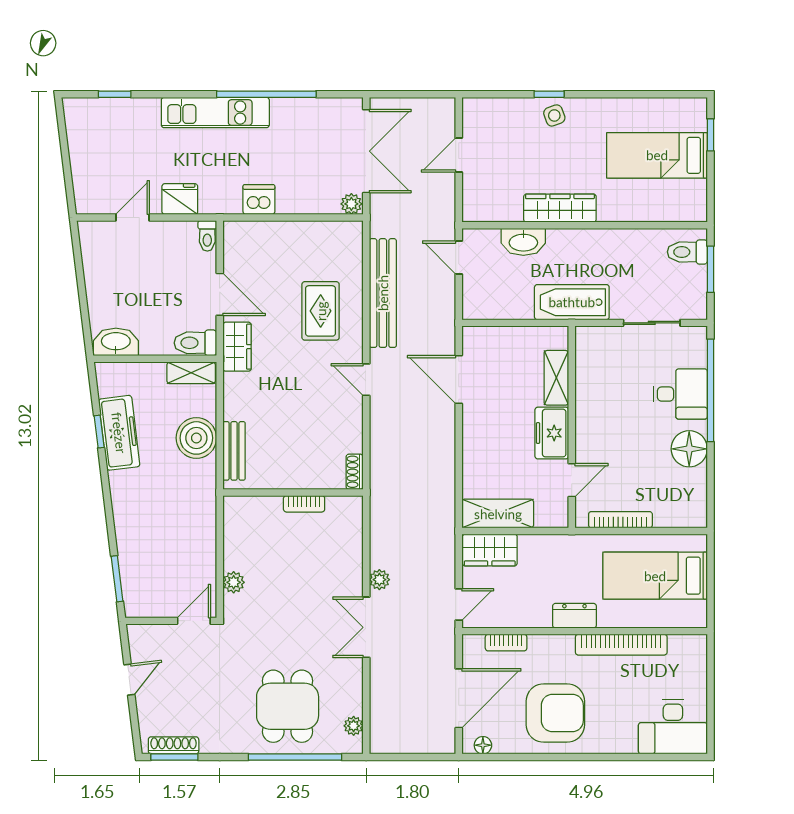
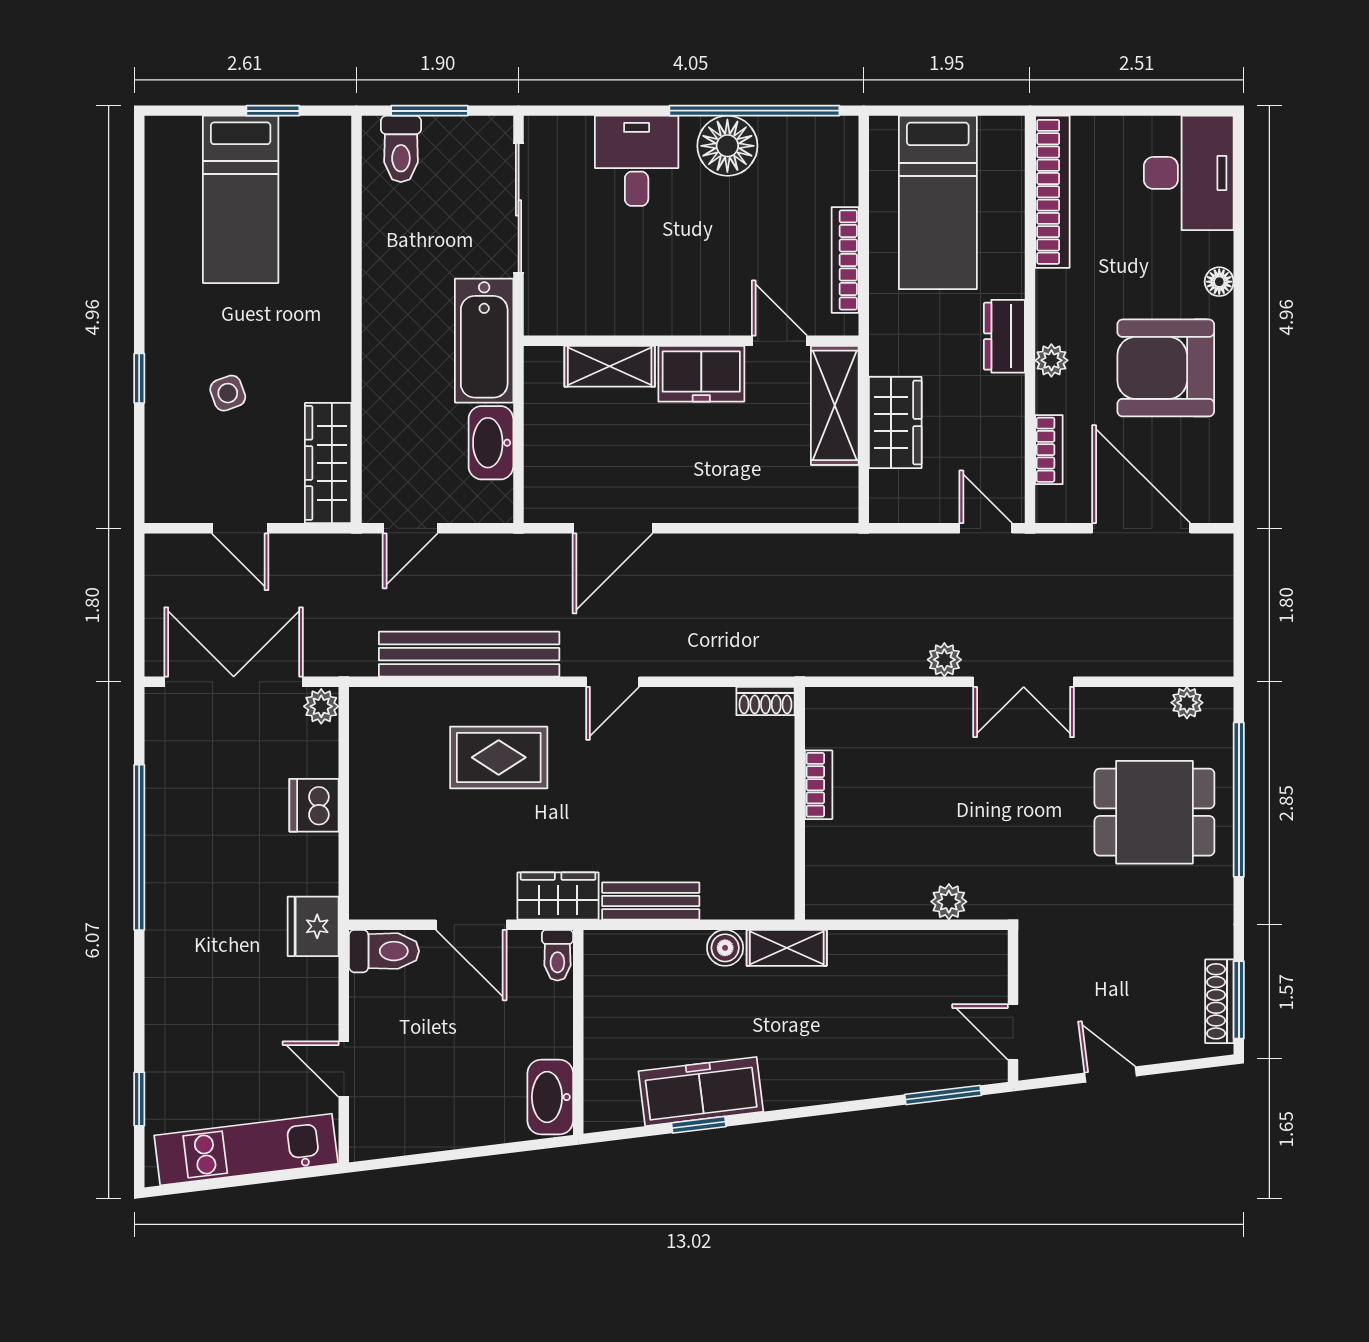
kitchen unit: (215, 113) -> (246, 1150), moved, turned -97
side table: (554, 115) -> (228, 393), moved
window: (710, 135) -> (273, 111), moved
fridge: (180, 199) -> (313, 926), moved
dishwasher: (259, 200) -> (314, 805), moved
wardrobe: (560, 208) -> (328, 463), moved
toilet: (207, 236) -> (384, 951), width x1.37, depth x1.39
washbasin: (523, 242) -> (491, 443), moved, turned 180
door: (220, 294) -> (471, 925), swing flipped
sliding door: (652, 323) -> (519, 208), width x1.37
toilet: (195, 343) -> (557, 955), width x0.73, depth x0.72
shelving: (191, 373) -> (787, 948), moved, turned 90
window: (710, 390) -> (754, 111), moved
boiler: (196, 438) -> (725, 948), width x0.54, depth x0.54
bench: (234, 451) -> (651, 901), moved
shelving: (498, 514) -> (835, 405), moved
wardrobe: (490, 550) -> (895, 422), moved
door: (194, 621) -> (1013, 1032), moved
plant: (560, 644) -> (1051, 360), added
bookcase: (621, 645) -> (1052, 192), moved
armchair: (555, 713) -> (1166, 368), turned -90
floor lamp: (483, 745) -> (1219, 282), moved

